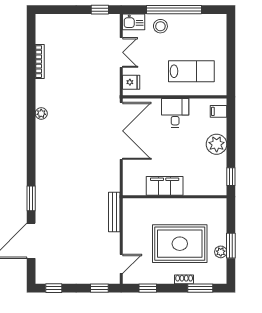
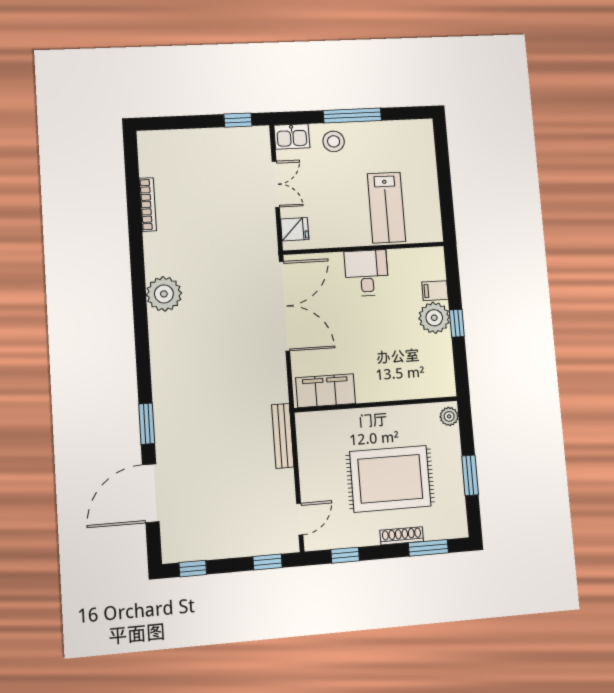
window: (174, 10) -> (352, 115), width x0.68
lab bench: (191, 71) -> (386, 208), turned 90
filing cabinet: (219, 111) -> (435, 291), moved
plant: (41, 113) -> (164, 294), width x1.88, depth x1.88
window: (231, 177) -> (457, 323), moved
filing cabinet: (165, 186) -> (326, 391), moved
plant: (221, 252) -> (449, 416), moved
shoe rack: (184, 279) -> (402, 536), width x1.43

